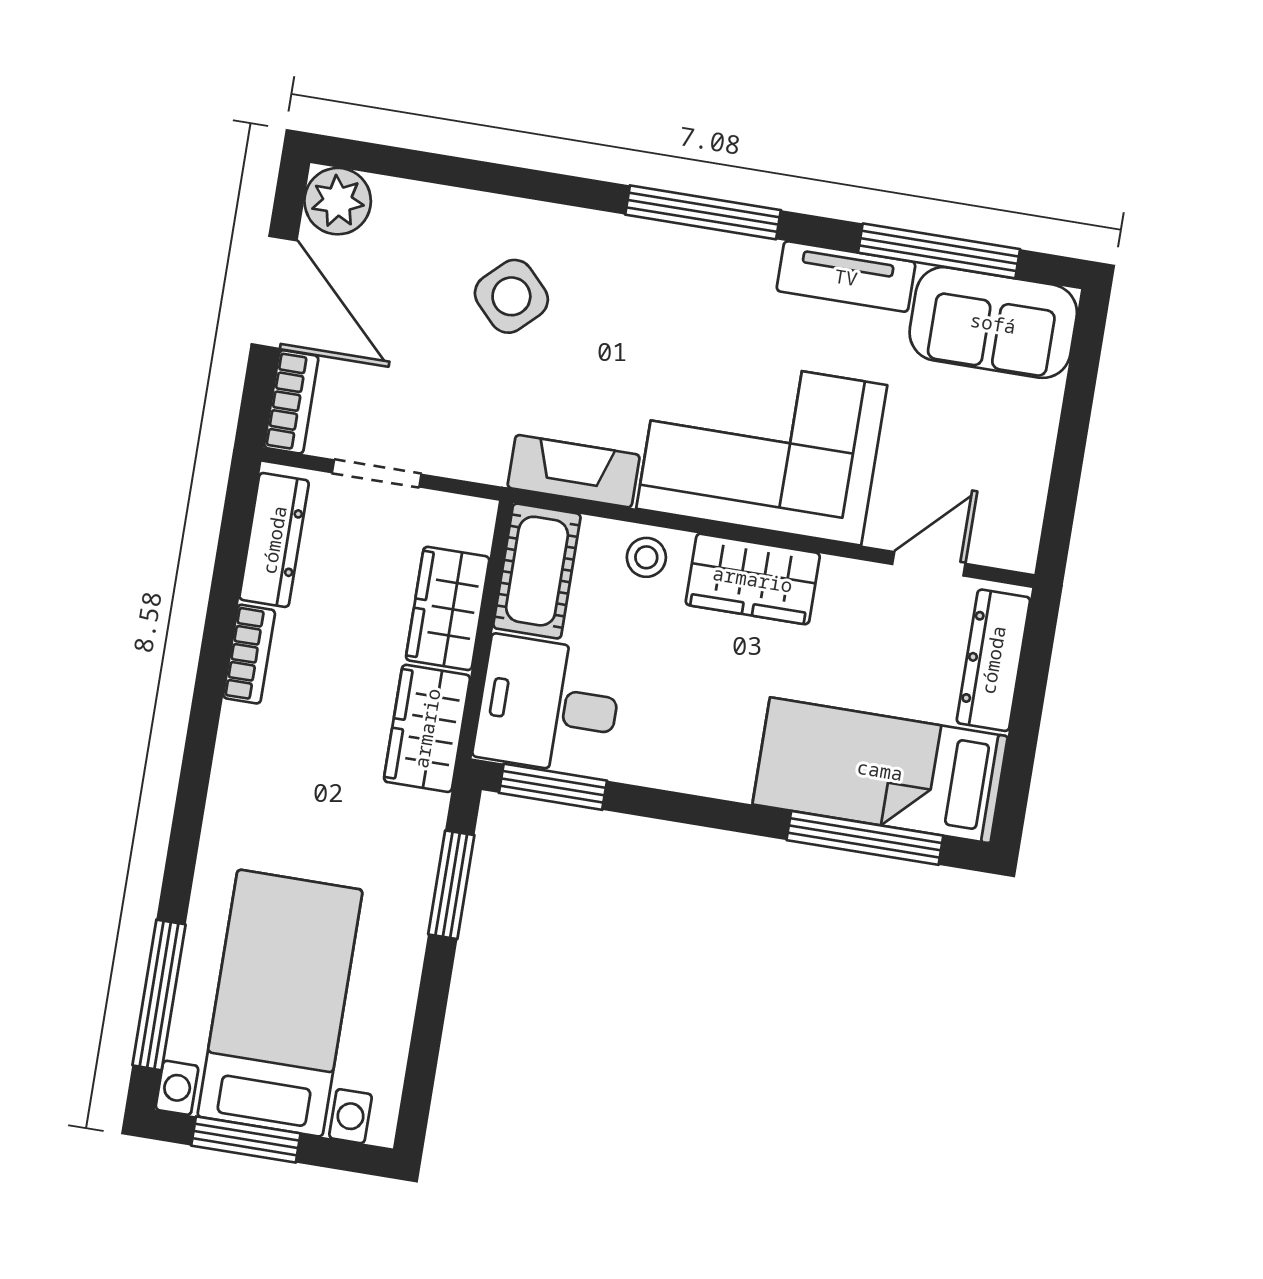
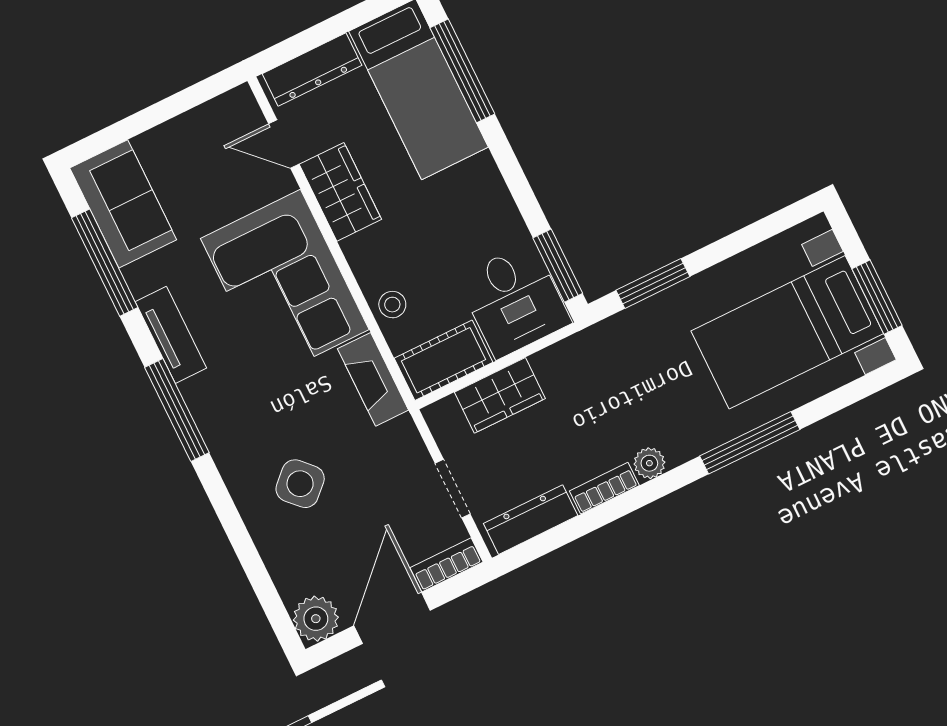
tv unit: (846, 277) -> (171, 335), moved
wardrobe: (753, 579) -> (340, 192), moved
wardrobe: (427, 728) -> (575, 359), removed
plant: (241, 729) -> (649, 463), added
window: (159, 995) -> (750, 443), moved

